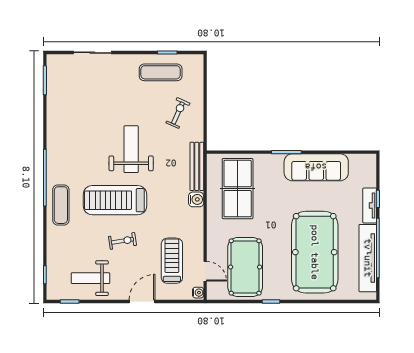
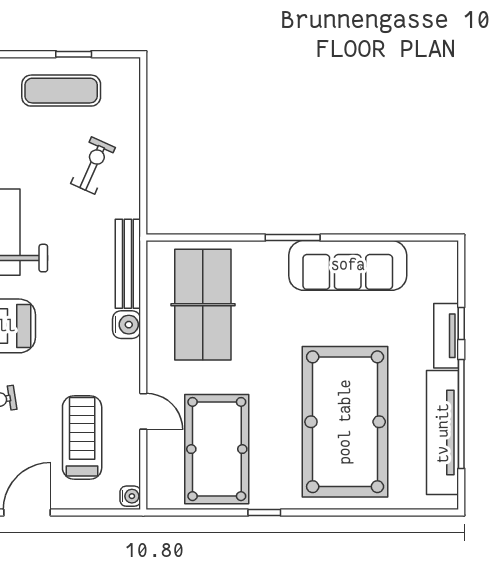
door: (205, 271) -> (143, 411), moved

